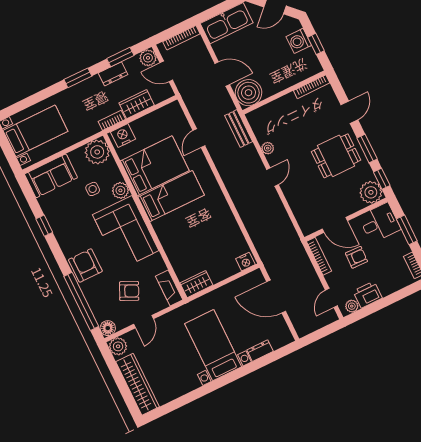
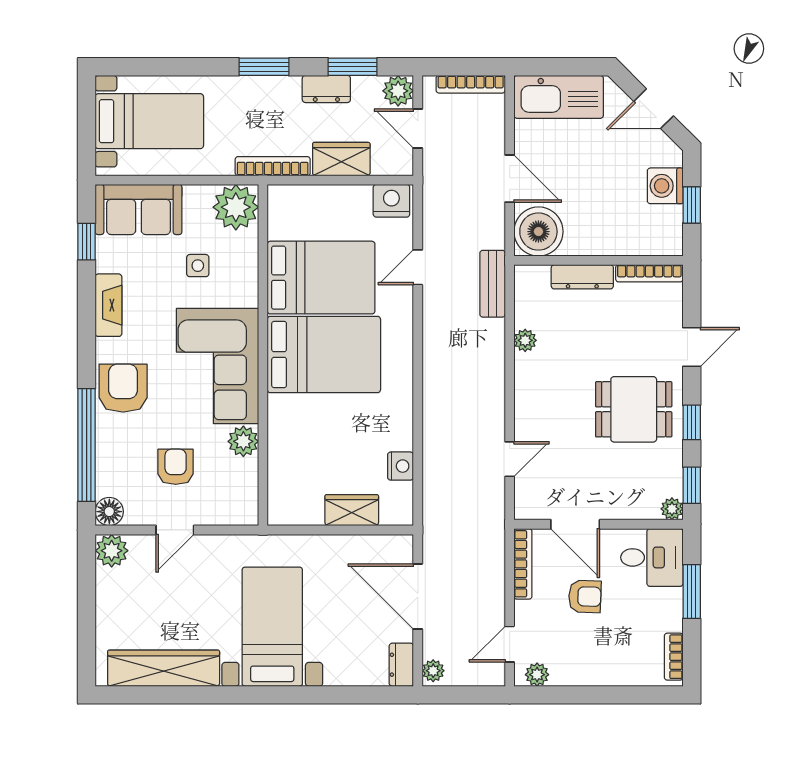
dresser: (280, 104) -> (582, 277), added
bookcase: (112, 120) -> (273, 166), width x1.56
nightstand: (123, 136) -> (391, 201), moved
window: (367, 149) -> (692, 422), width x0.67
door: (272, 177) -> (510, 459), moved
plant: (120, 190) -> (243, 441), moved
plant: (371, 192) -> (672, 509), width x0.53, depth x0.53
bed: (171, 196) -> (324, 354), width x1.50
window: (44, 226) -> (87, 242), moved
nightstand: (245, 262) -> (401, 466), moved, turned -90
wardrobe: (196, 284) -> (352, 510), moved
fireplace: (169, 288) -> (108, 305), moved, turned 180
armchair: (129, 291) -> (176, 467), turned -115
printer: (368, 295) -> (573, 668), removed
plant: (301, 329) -> (433, 671), added
dresser: (260, 351) -> (401, 665), moved, turned -90
wardrobe: (138, 384) -> (164, 668), moved, turned -90

